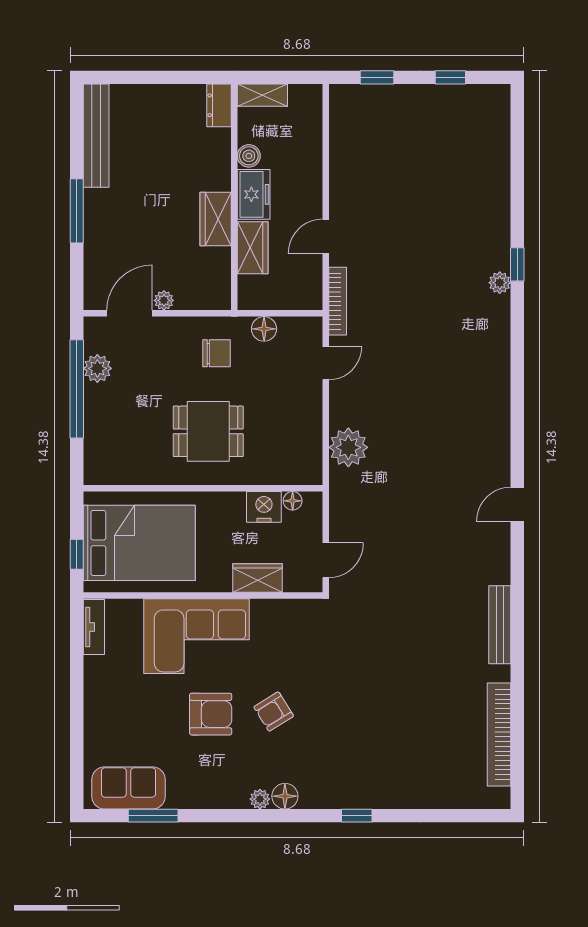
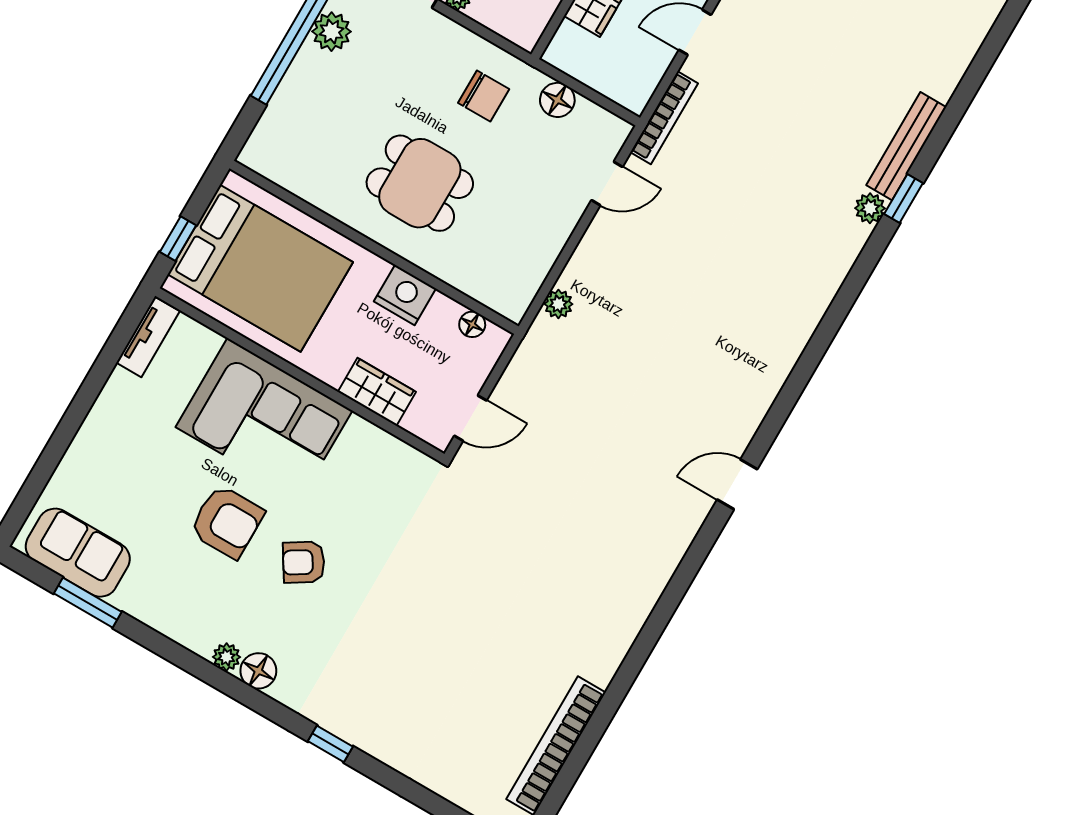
plant: (348, 447) -> (558, 304), width x0.53, depth x0.53
nightstand: (264, 507) -> (405, 295), moved
bench: (500, 625) -> (906, 146), moved

